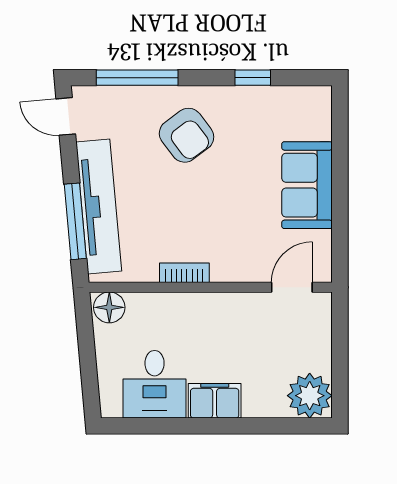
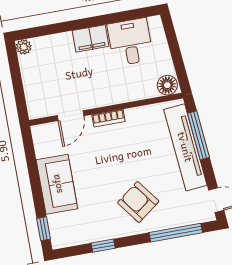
window: (340, 120) -> (44, 229), added
bookcase: (184, 273) -> (108, 118), moved
door: (292, 287) -> (71, 116), moved
plant: (310, 396) -> (24, 47), width x0.53, depth x0.53

